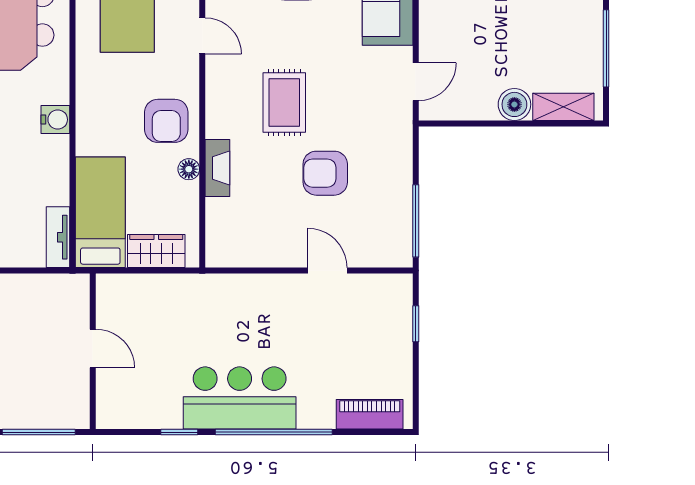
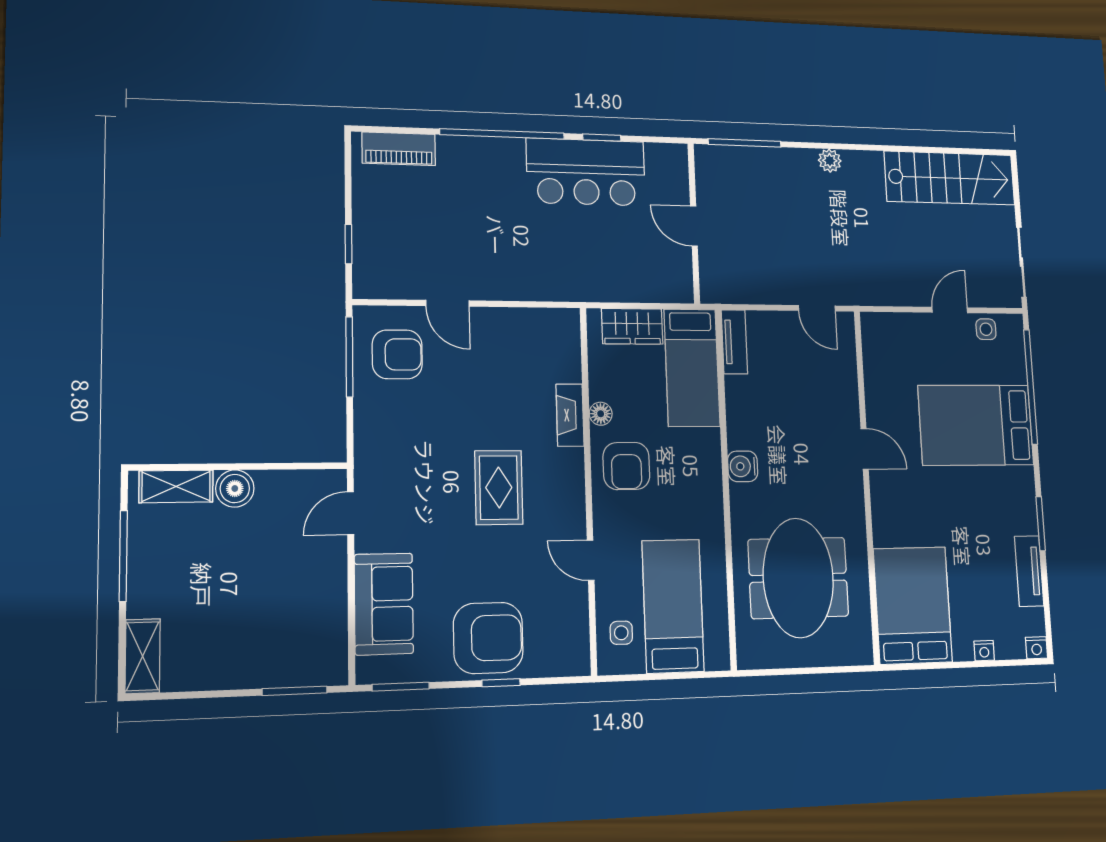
armchair: (166, 121) -> (626, 466), turned 180
armchair: (325, 173) -> (397, 354), moved
bar counter: (240, 398) -> (586, 172), moved

